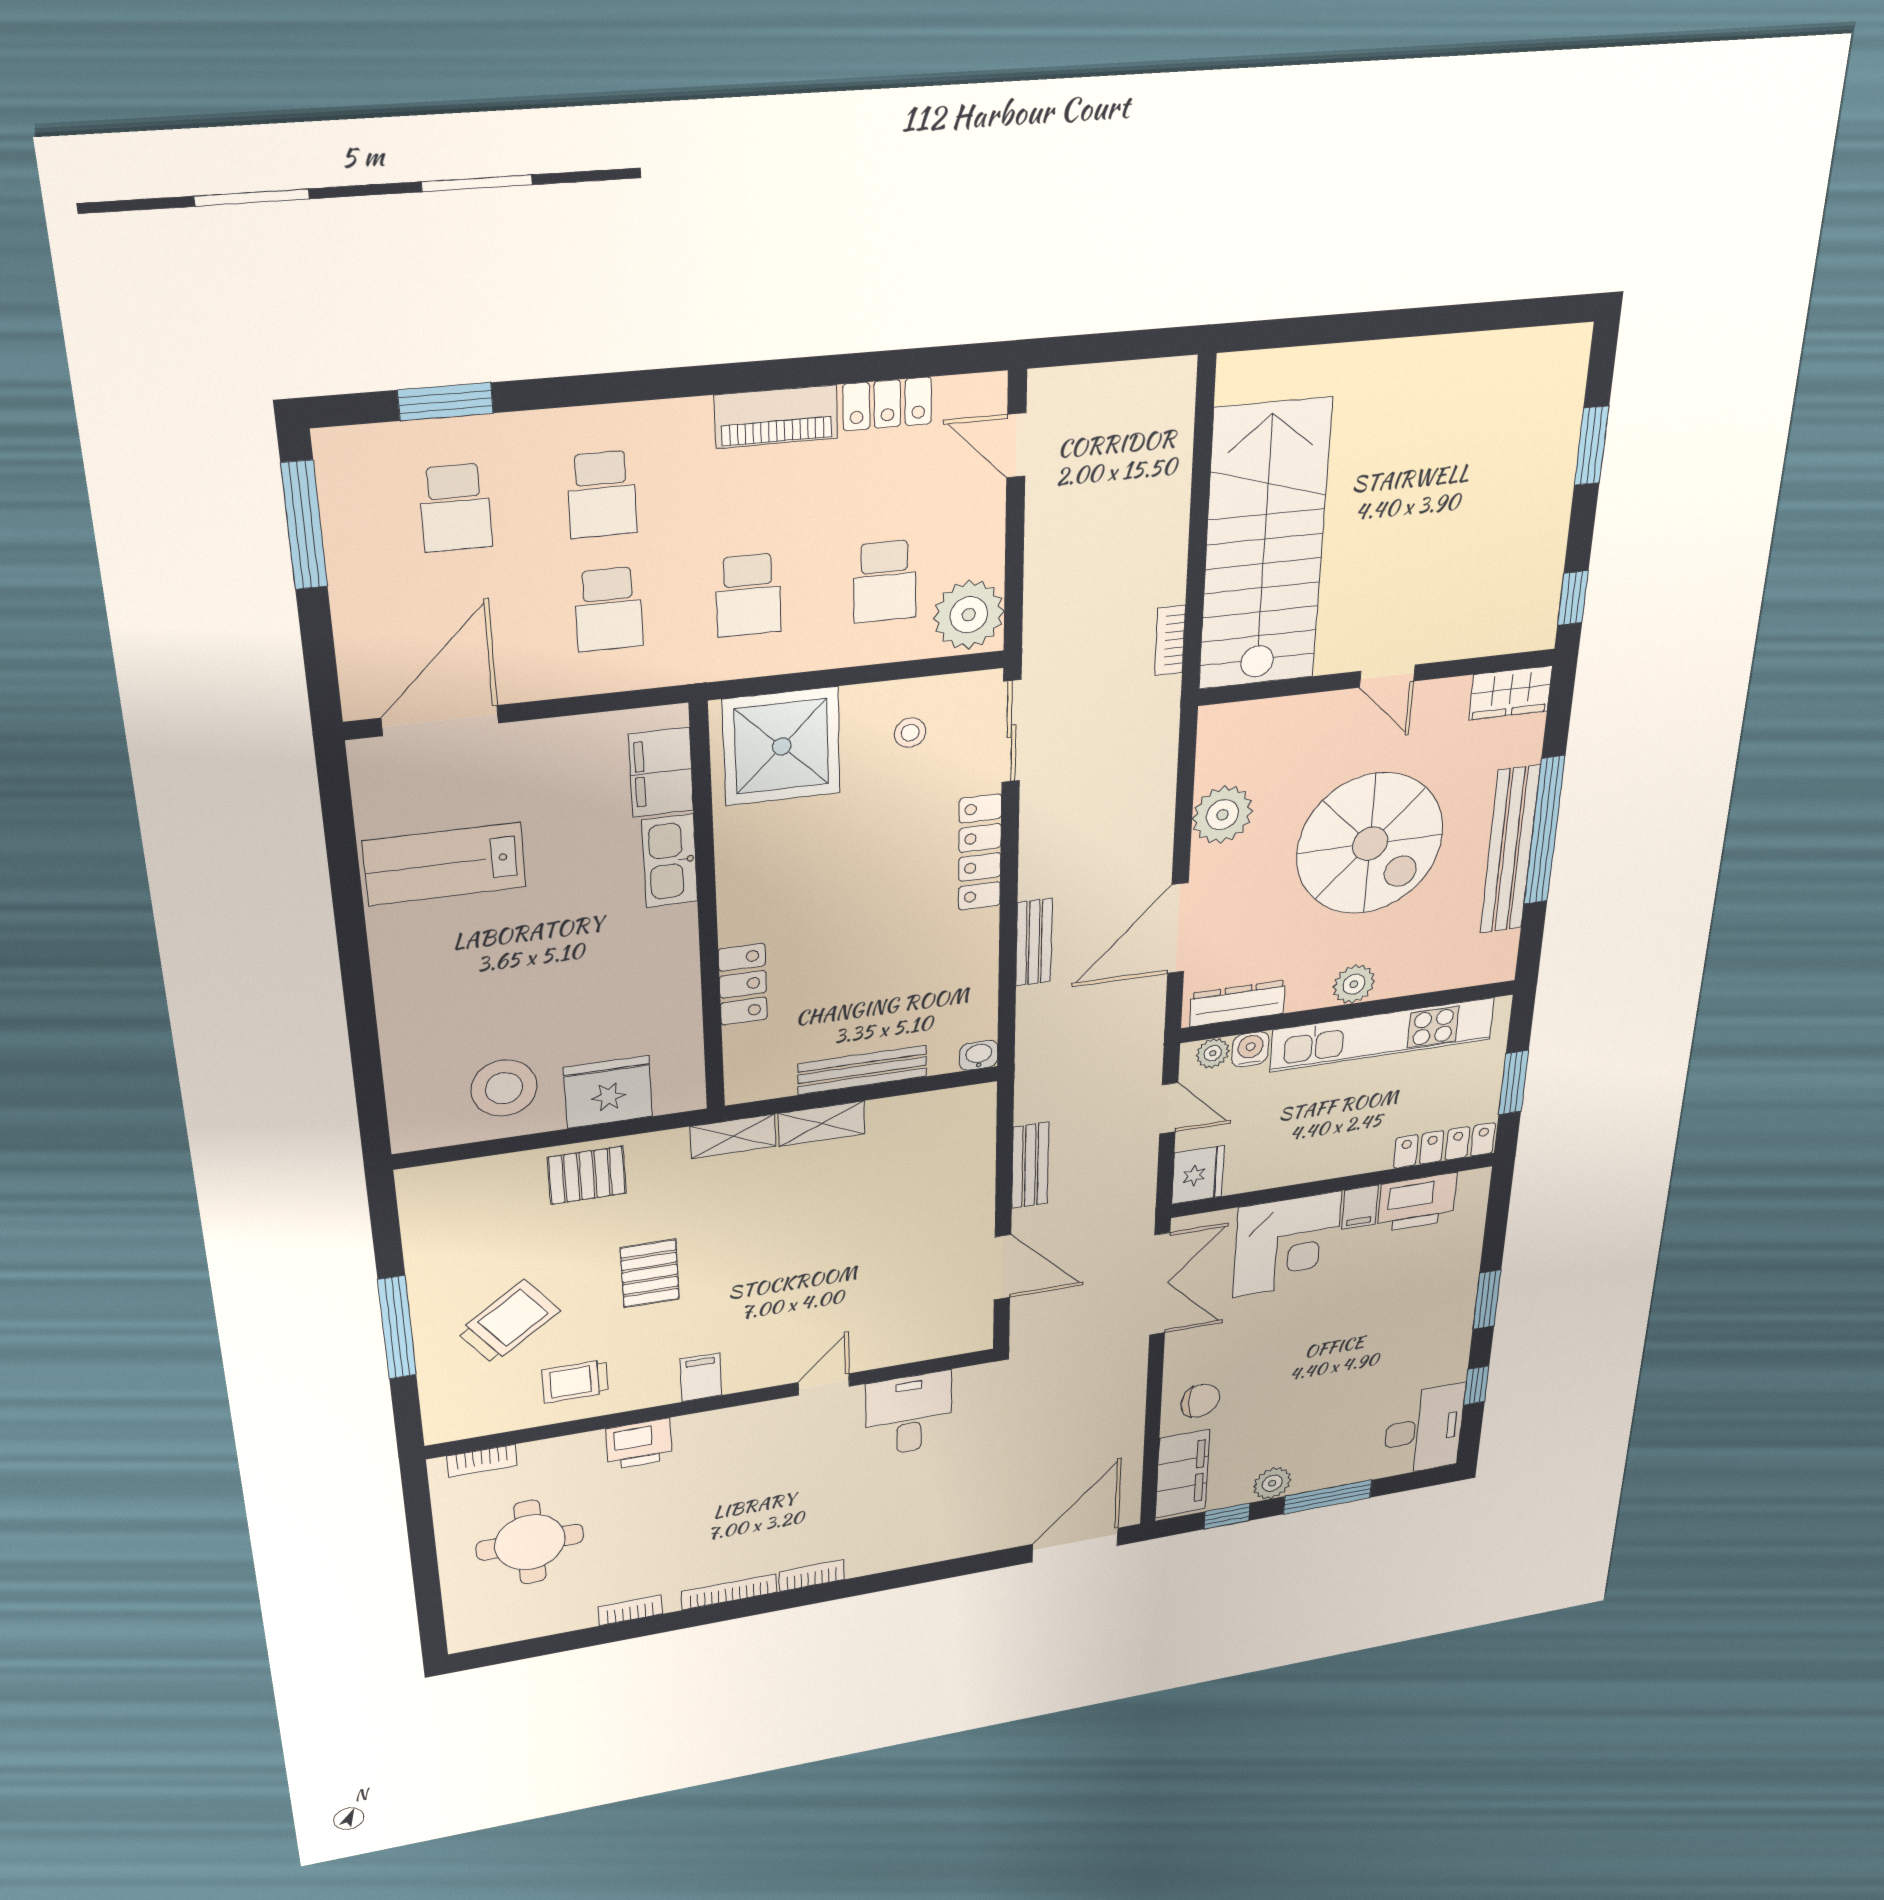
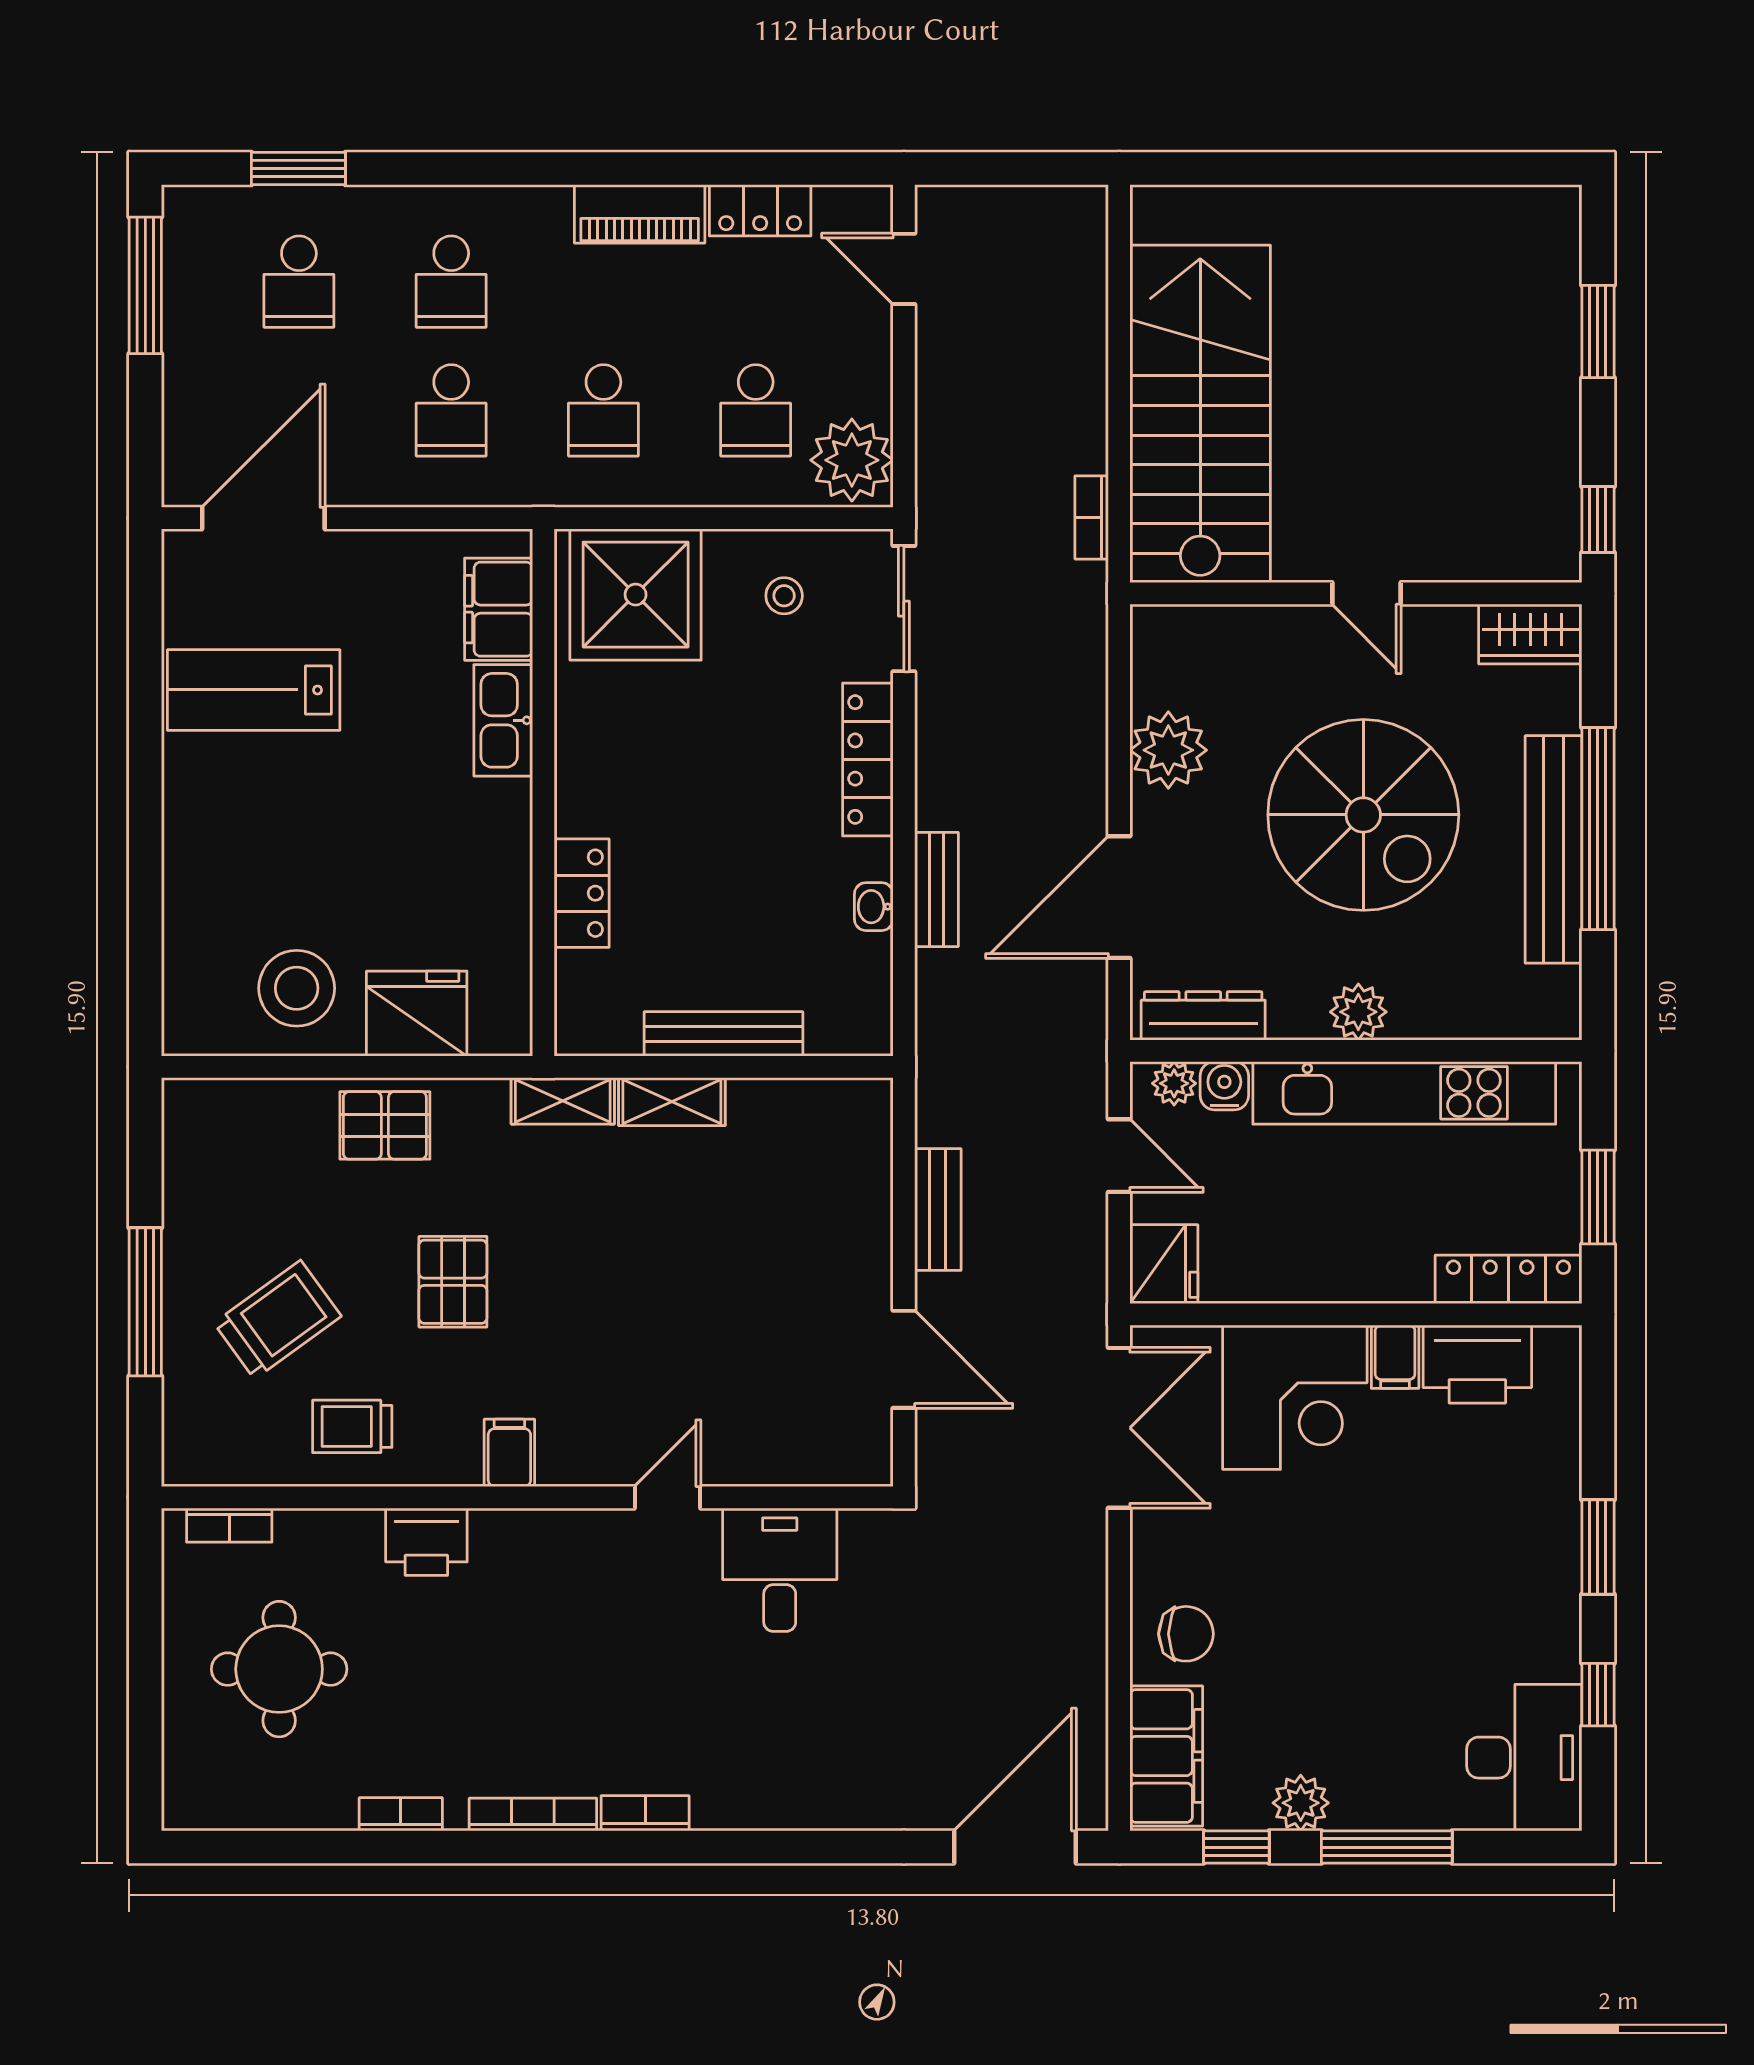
washbasin: (979, 1055) -> (874, 907), moved, turned -90

